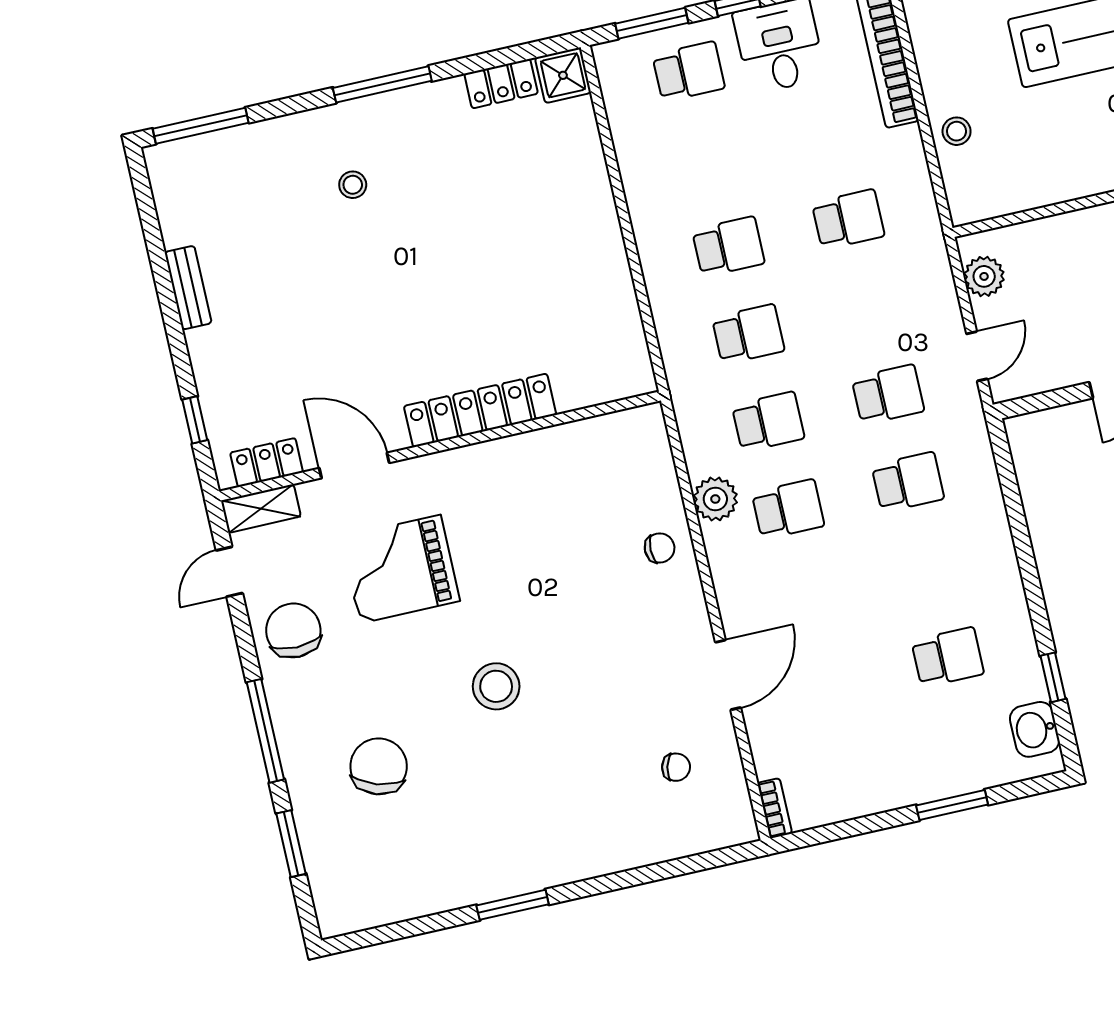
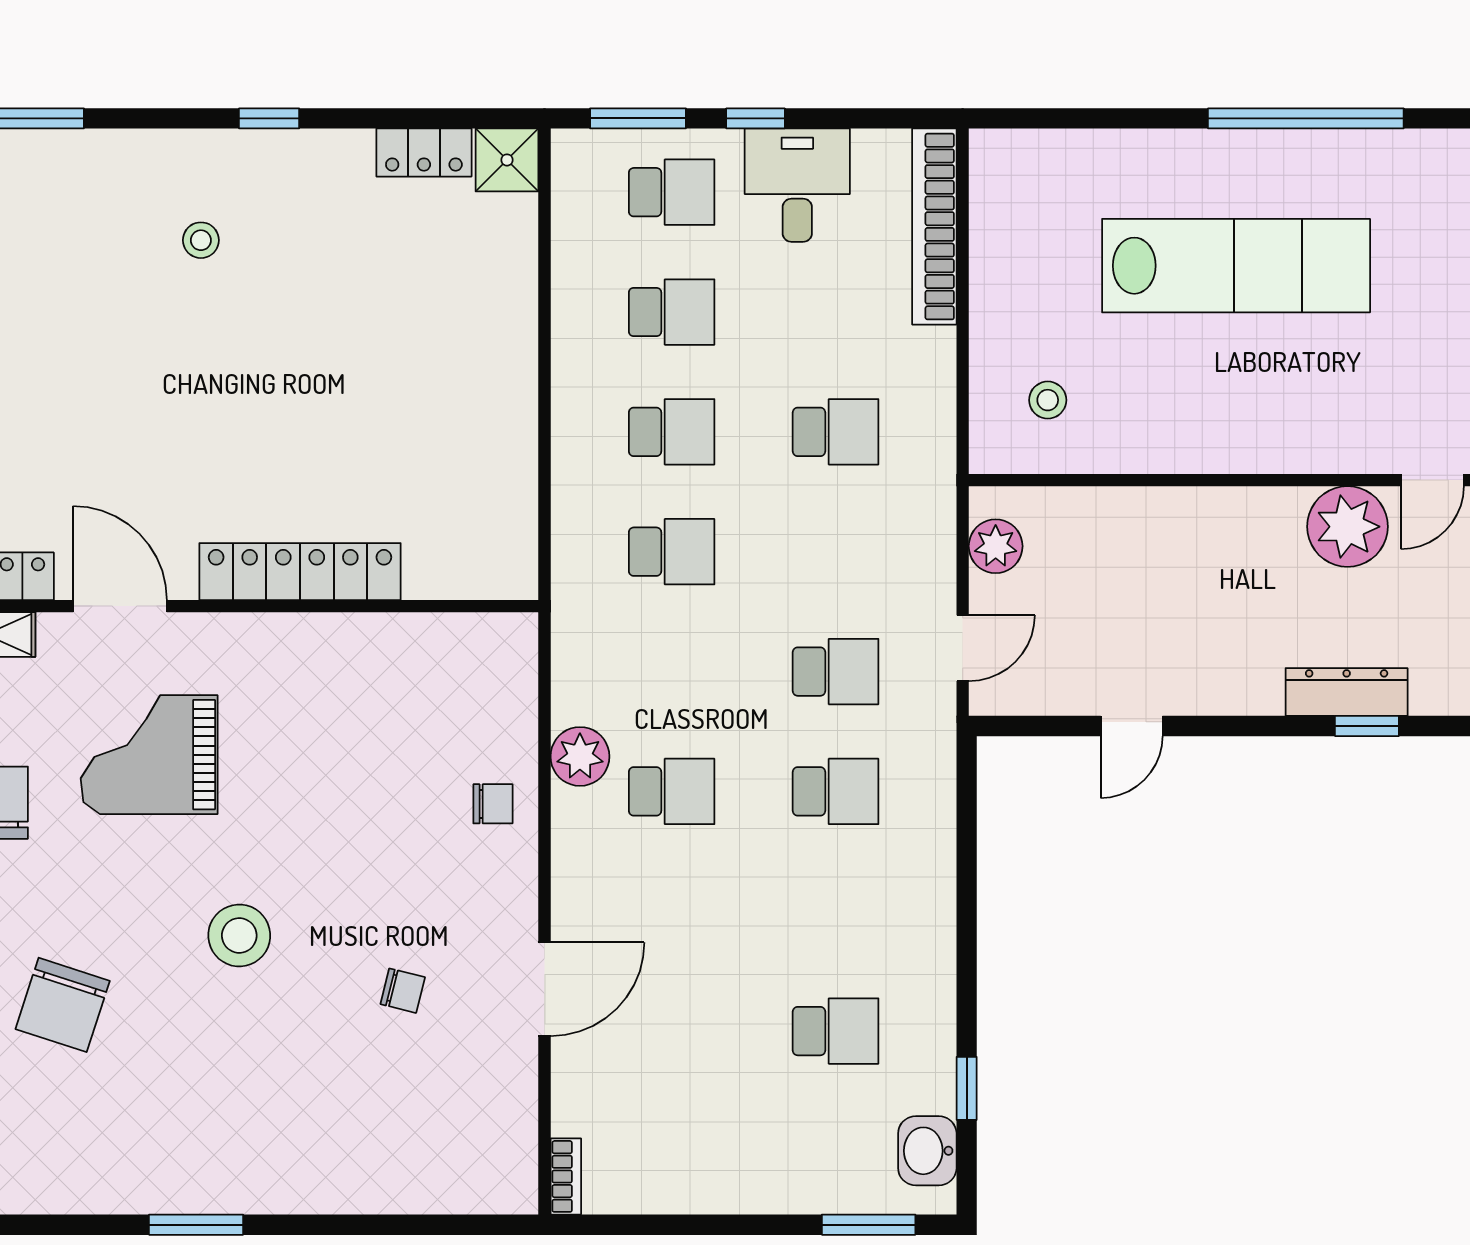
window: (382, 84) -> (269, 118), width x0.46
stool: (957, 131) -> (1048, 400), moved
school desk: (768, 422) -> (672, 312), moved
chair: (379, 766) -> (63, 1005), turned 180
chair: (676, 767) -> (403, 991), moved
window: (952, 805) -> (869, 1225), moved

